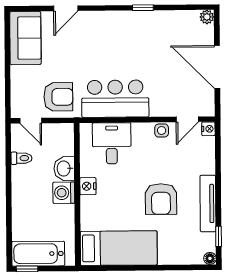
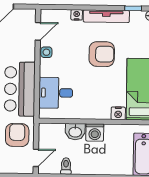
door: (187, 119) -> (38, 31), hinge flipped
nightstand: (208, 129) -> (77, 15), moved
nightstand: (88, 186) -> (118, 113), moved

